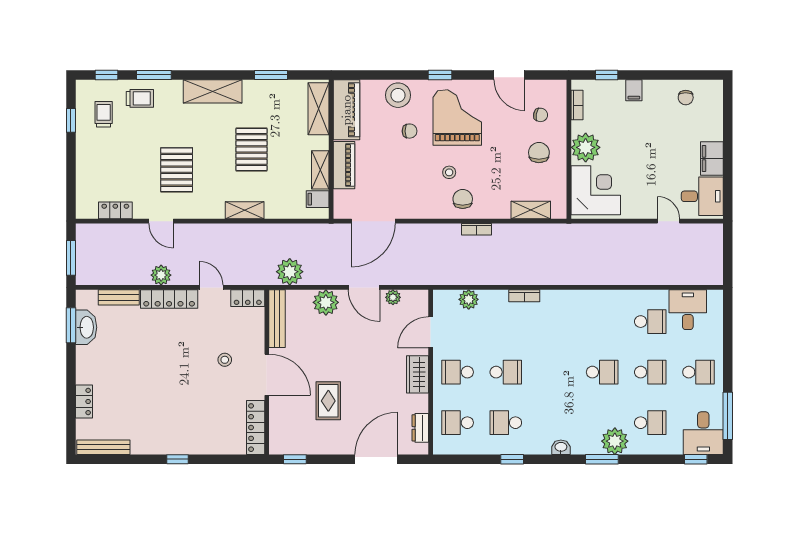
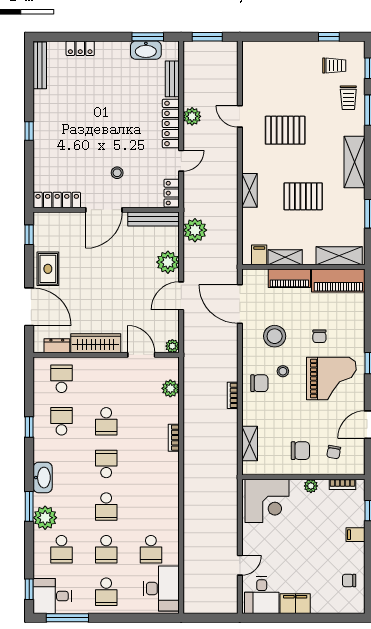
stool: (398, 95) -> (275, 336), moved
plant: (586, 147) -> (311, 486), width x0.53, depth x0.53
locker: (115, 210) -> (249, 76), removed
door: (161, 221) -> (240, 116), hinge flipped
plant: (393, 297) -> (172, 346), moved
desk: (688, 310) -> (161, 588), width x1.37
school desk: (458, 372) -> (106, 464), moved
wardrobe: (418, 374) -> (96, 343), width x1.50
rug: (328, 401) -> (48, 269), moved, turned 90
washbasin: (561, 447) -> (43, 478), width x1.91, depth x1.45

